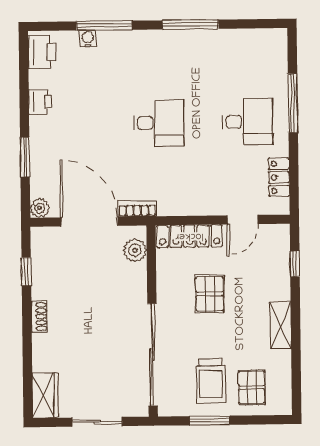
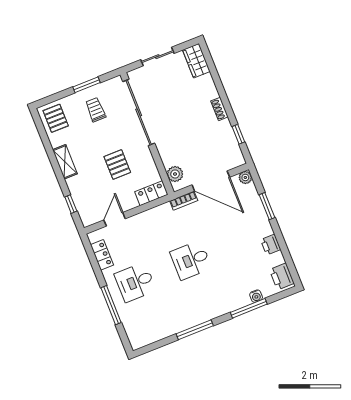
locker: (189, 236) -> (151, 193), width x0.66
trolley: (211, 381) -> (96, 110), width x0.73, depth x0.72
pallet: (252, 387) -> (56, 118), moved

